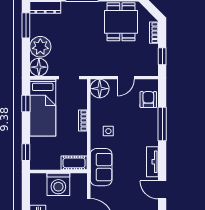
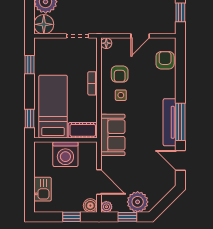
floor lamp: (100, 89) -> (106, 43), width x0.53, depth x0.53
bed: (43, 108) -> (53, 107), moved, turned 180
armchair: (107, 112) -> (120, 74), added
window: (162, 124) -> (180, 122), moved
tv unit: (152, 162) -> (170, 122), width x1.41

